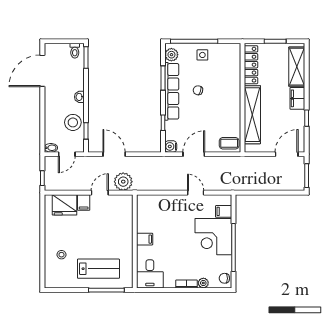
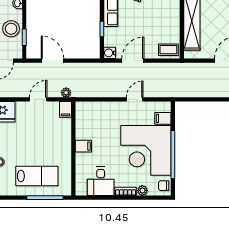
plant: (123, 182) -> (66, 93), width x0.53, depth x0.53
door: (196, 193) -> (135, 99), hinge flipped
filing cabinet: (84, 202) -> (65, 109), moved
corner desk: (213, 237) -> (146, 150), width x1.36, depth x1.36
desk: (150, 274) -> (101, 181), moved

